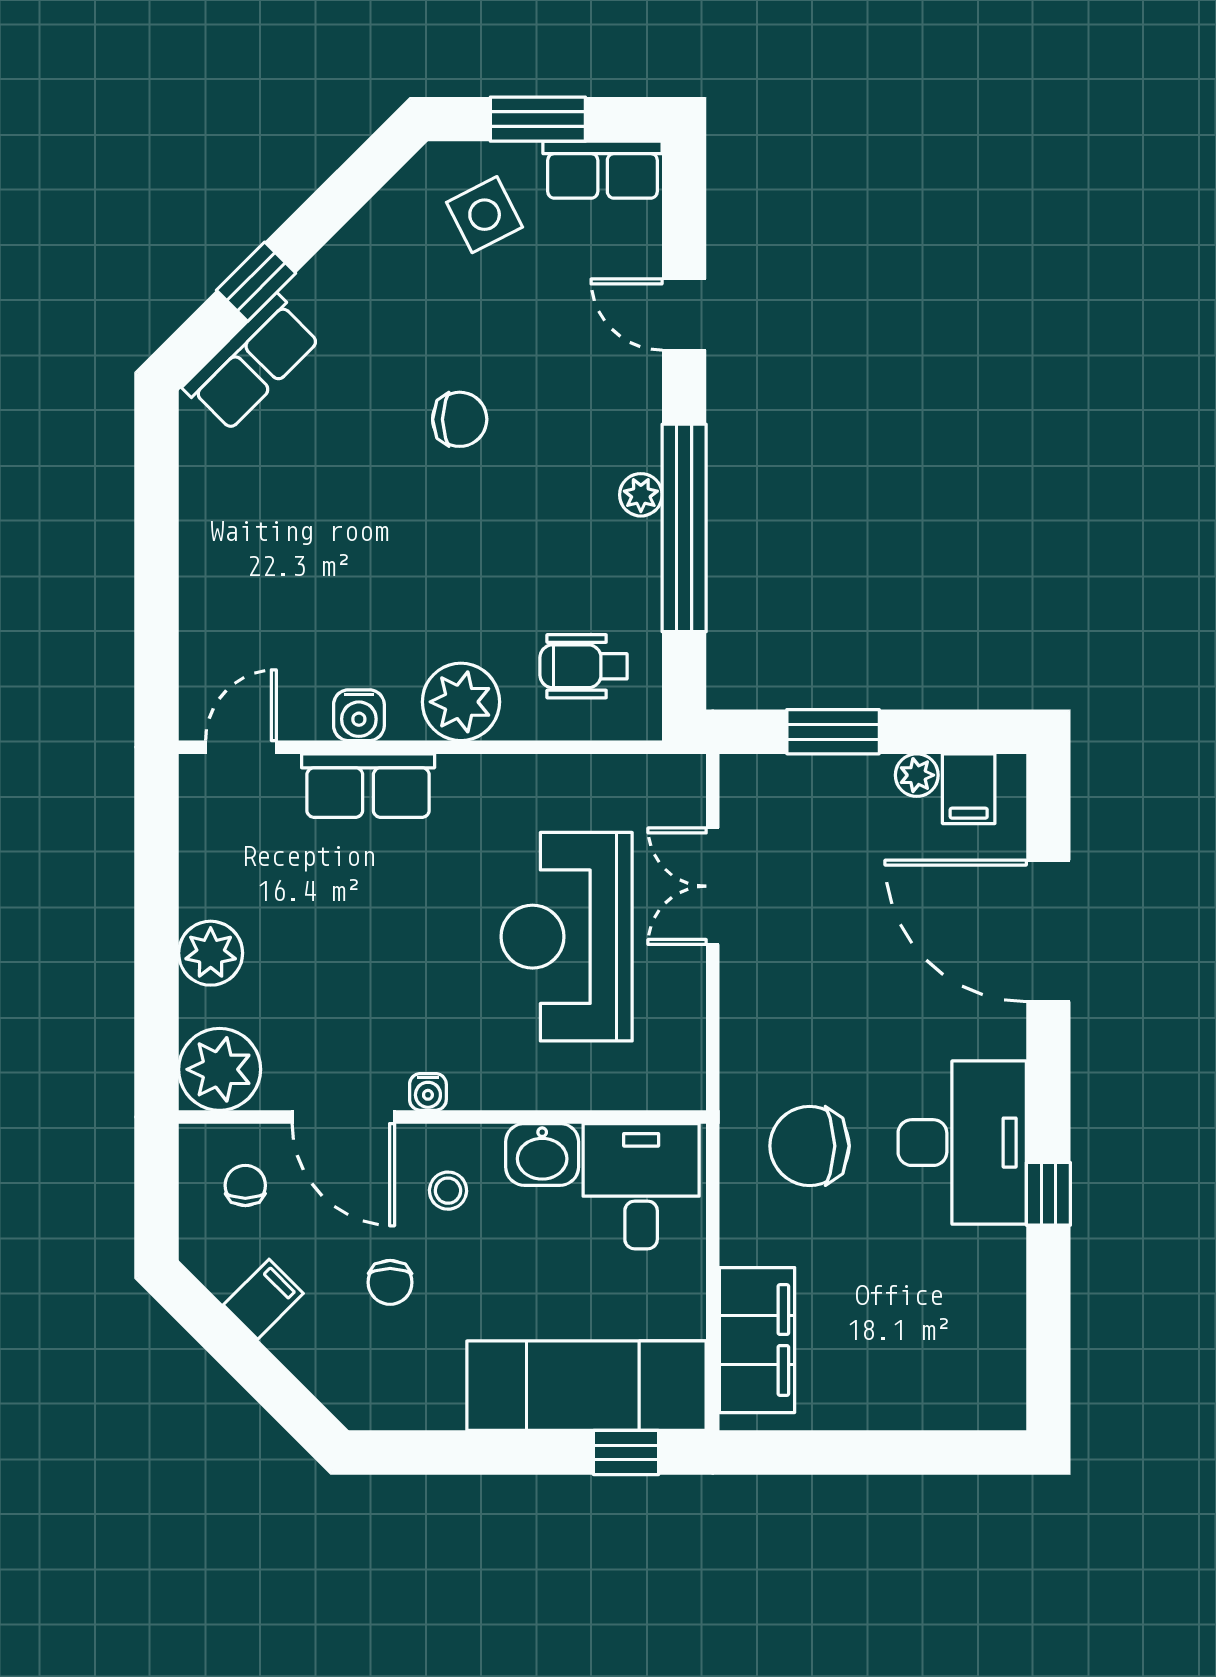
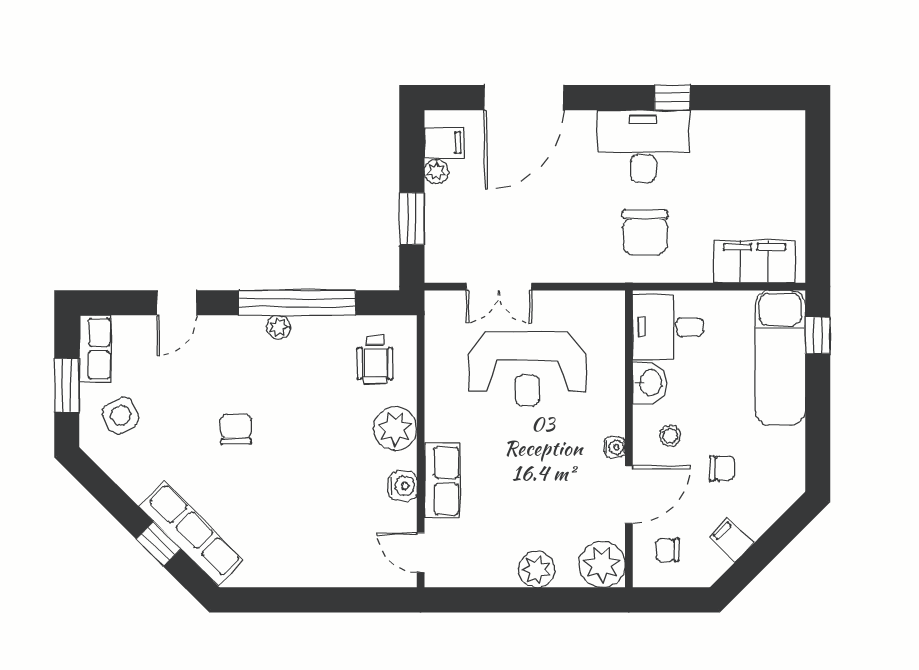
row of seats: (252, 363) -> (191, 533), width x1.48

